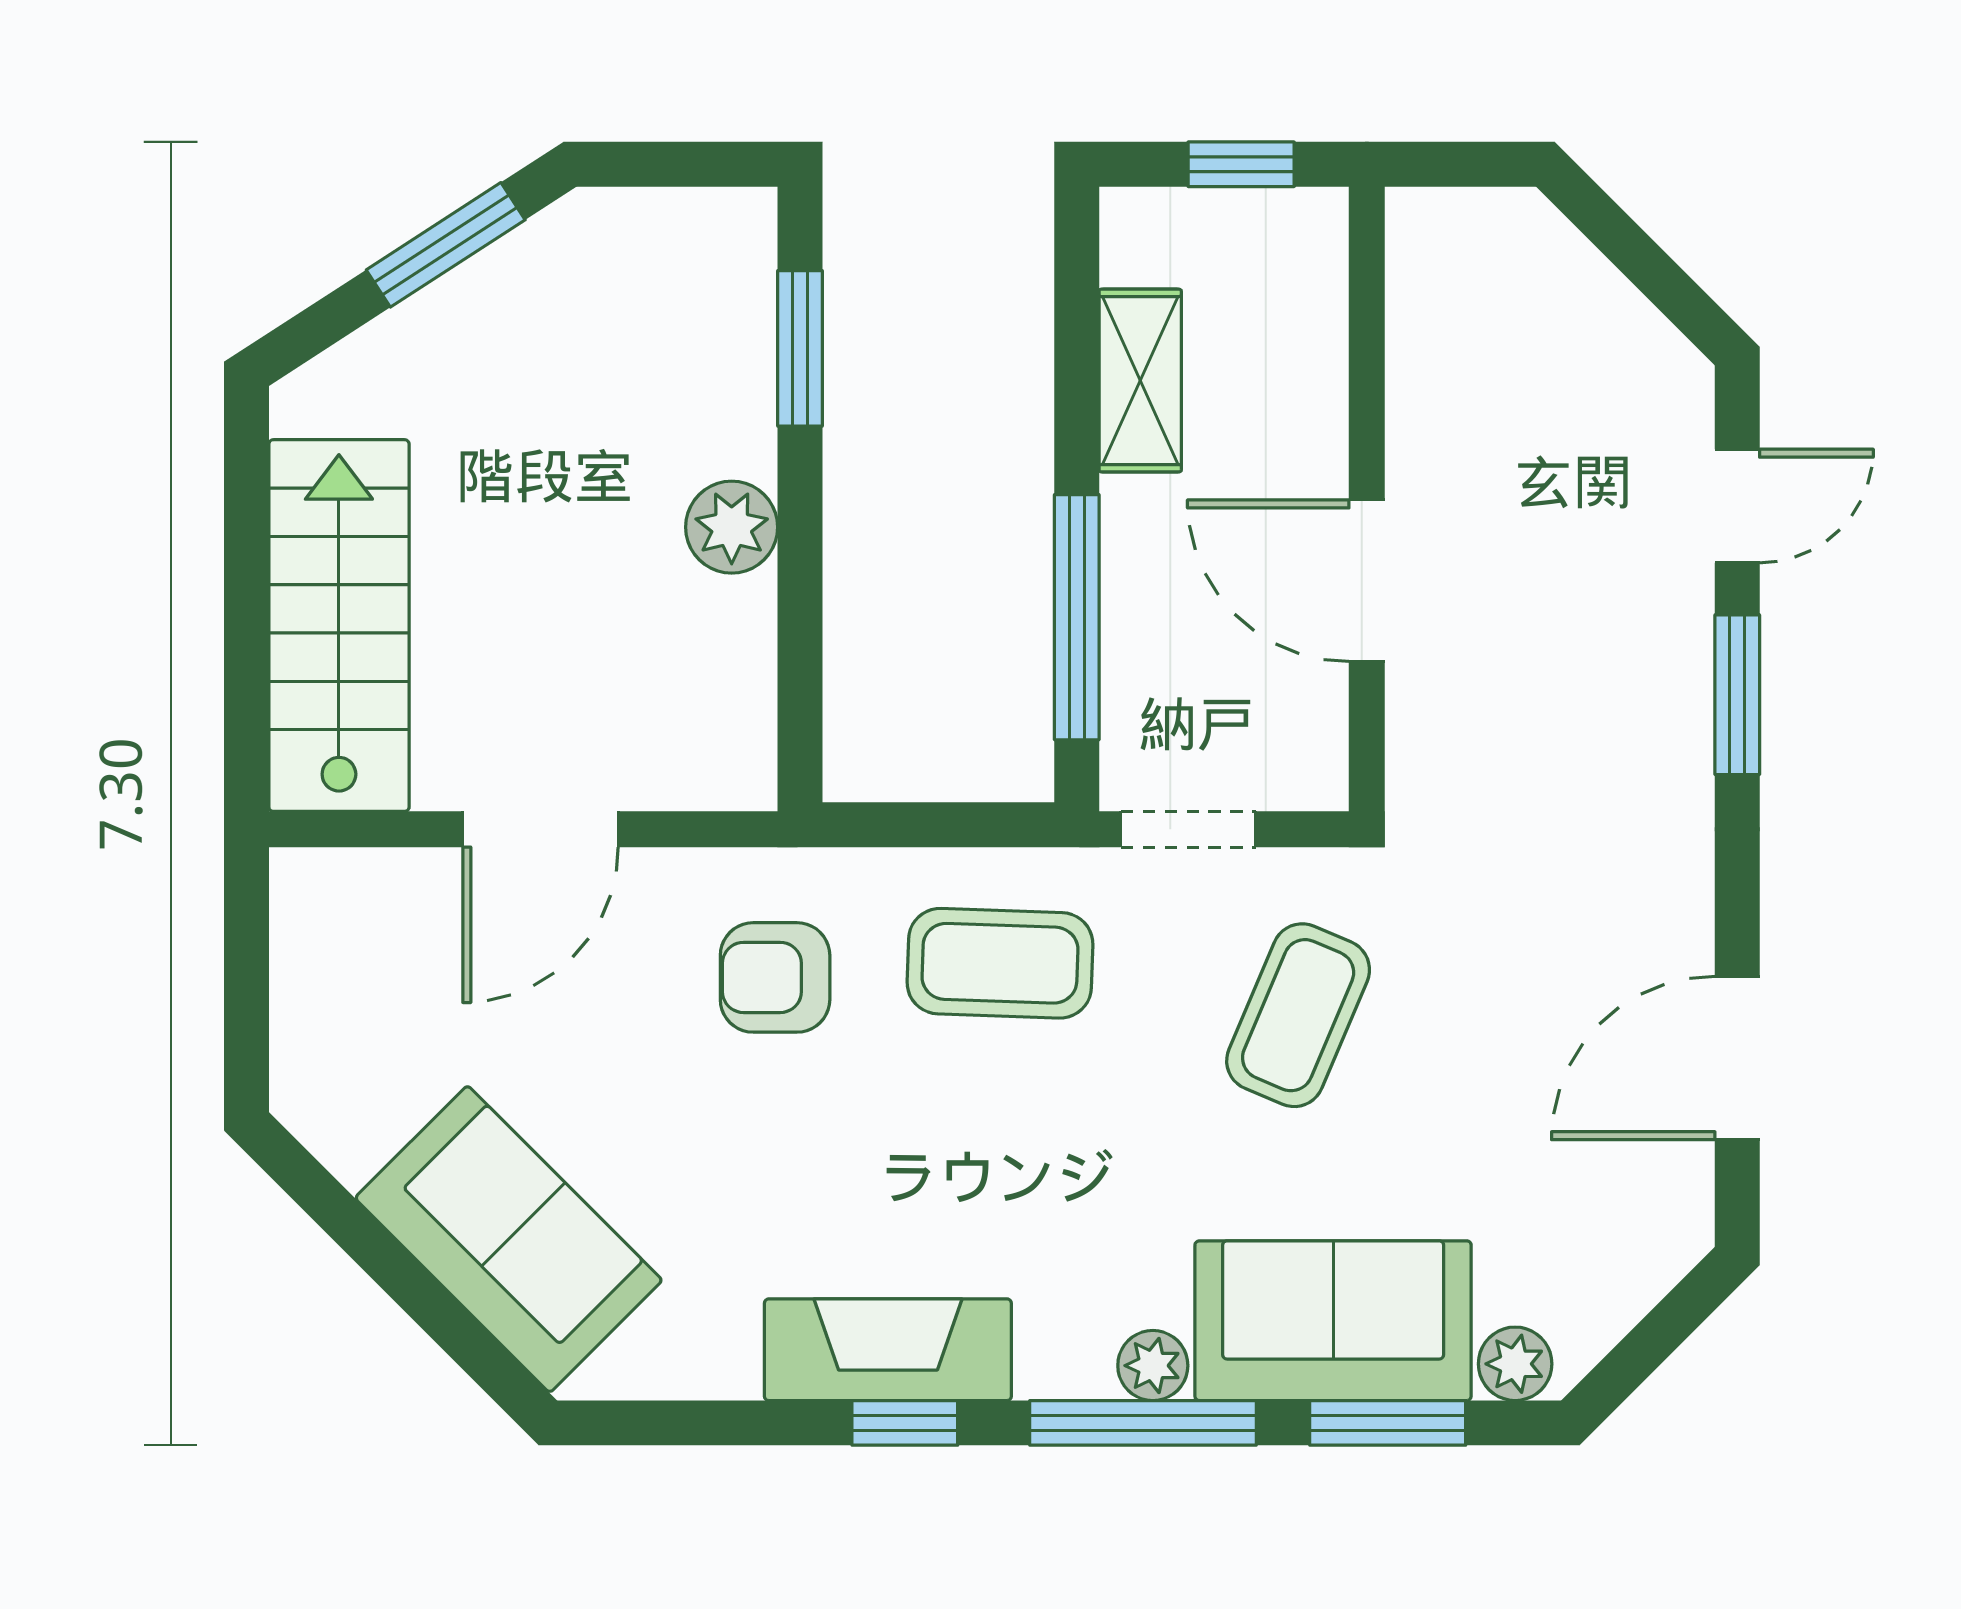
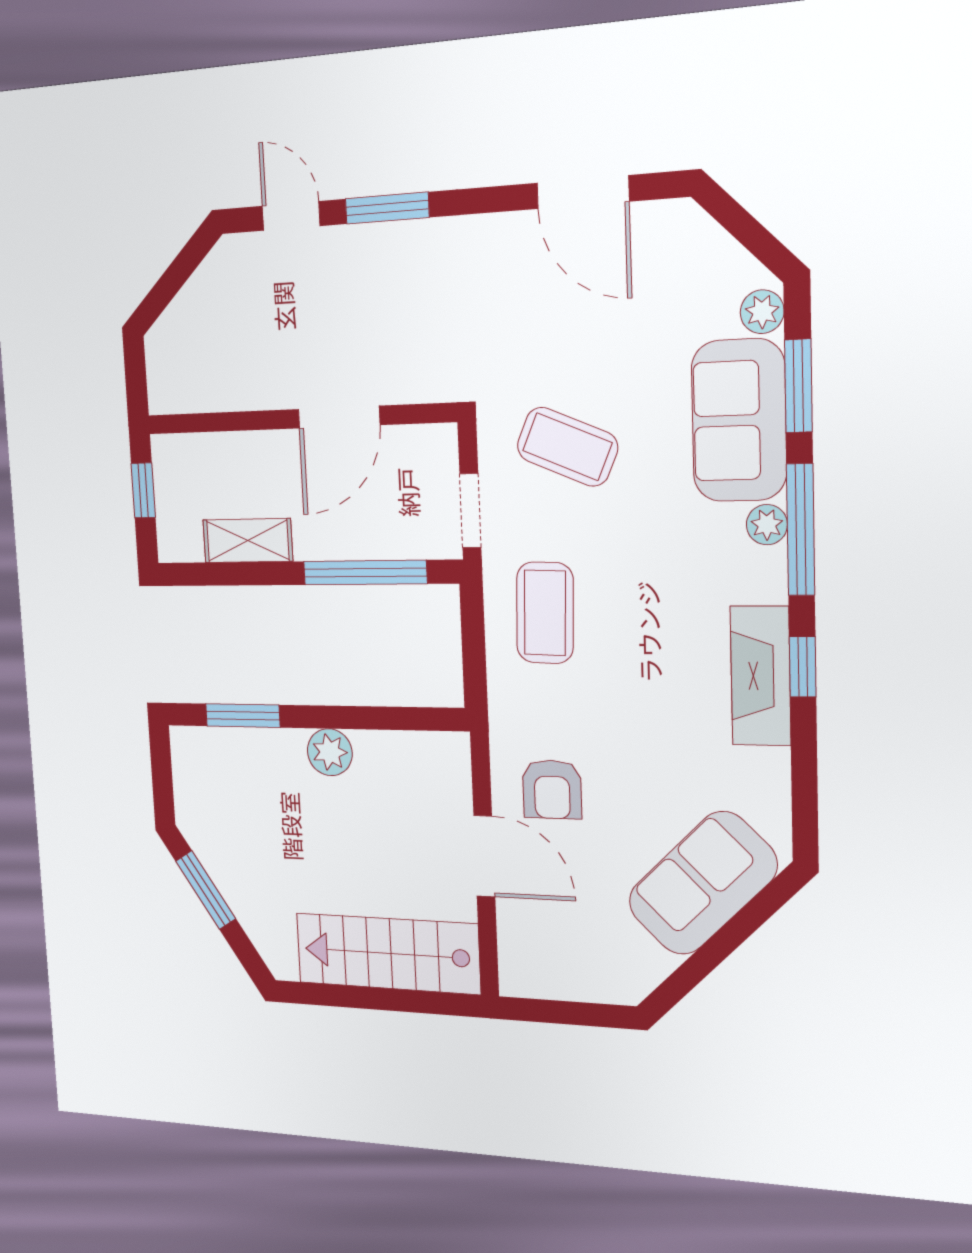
armchair: (775, 977) -> (552, 789), moved

